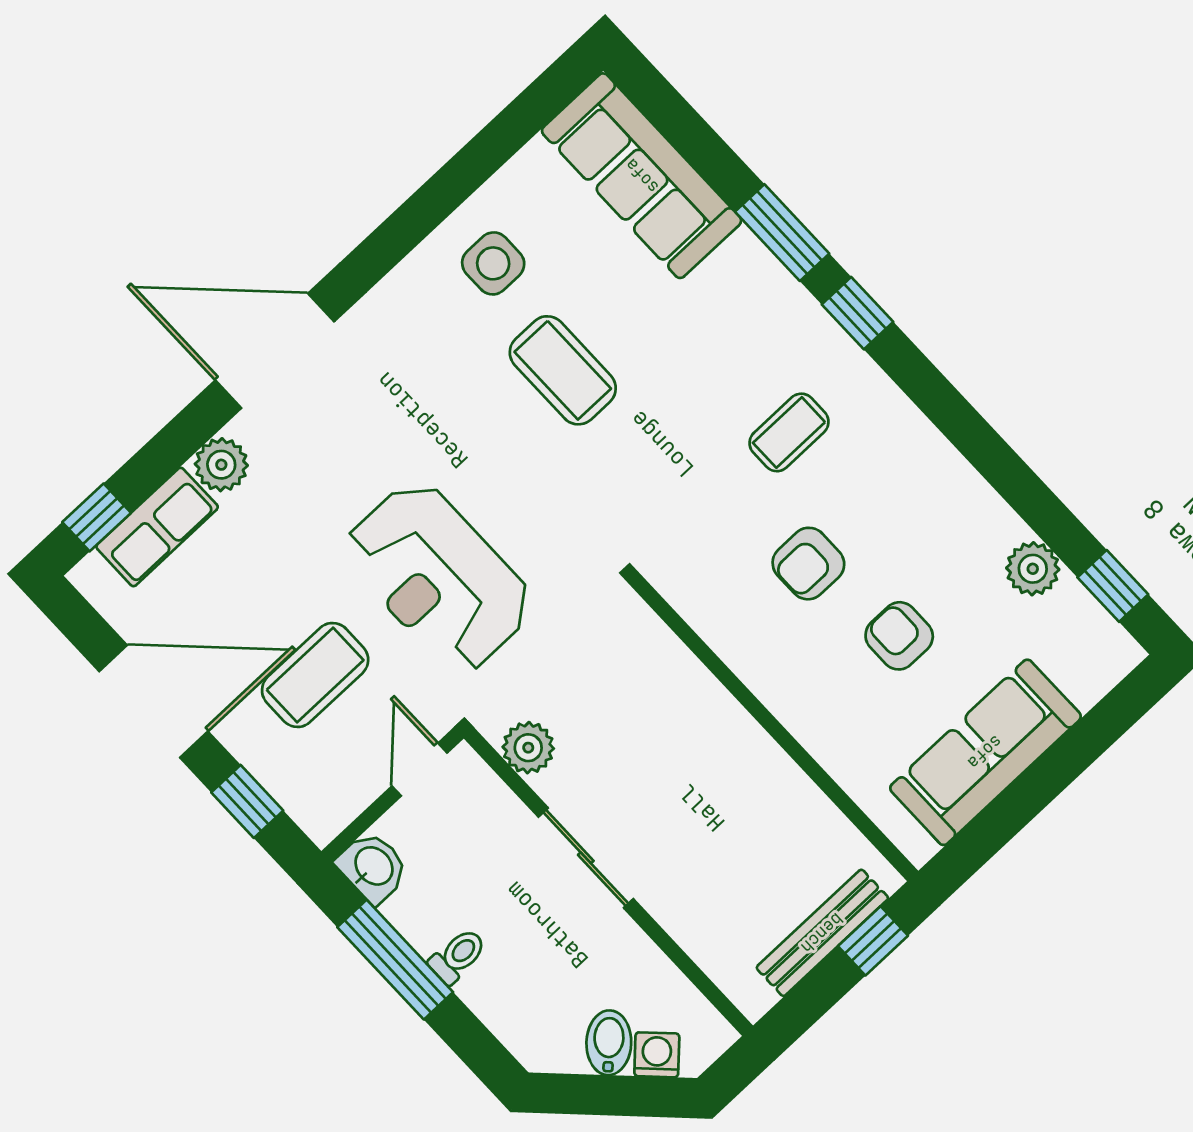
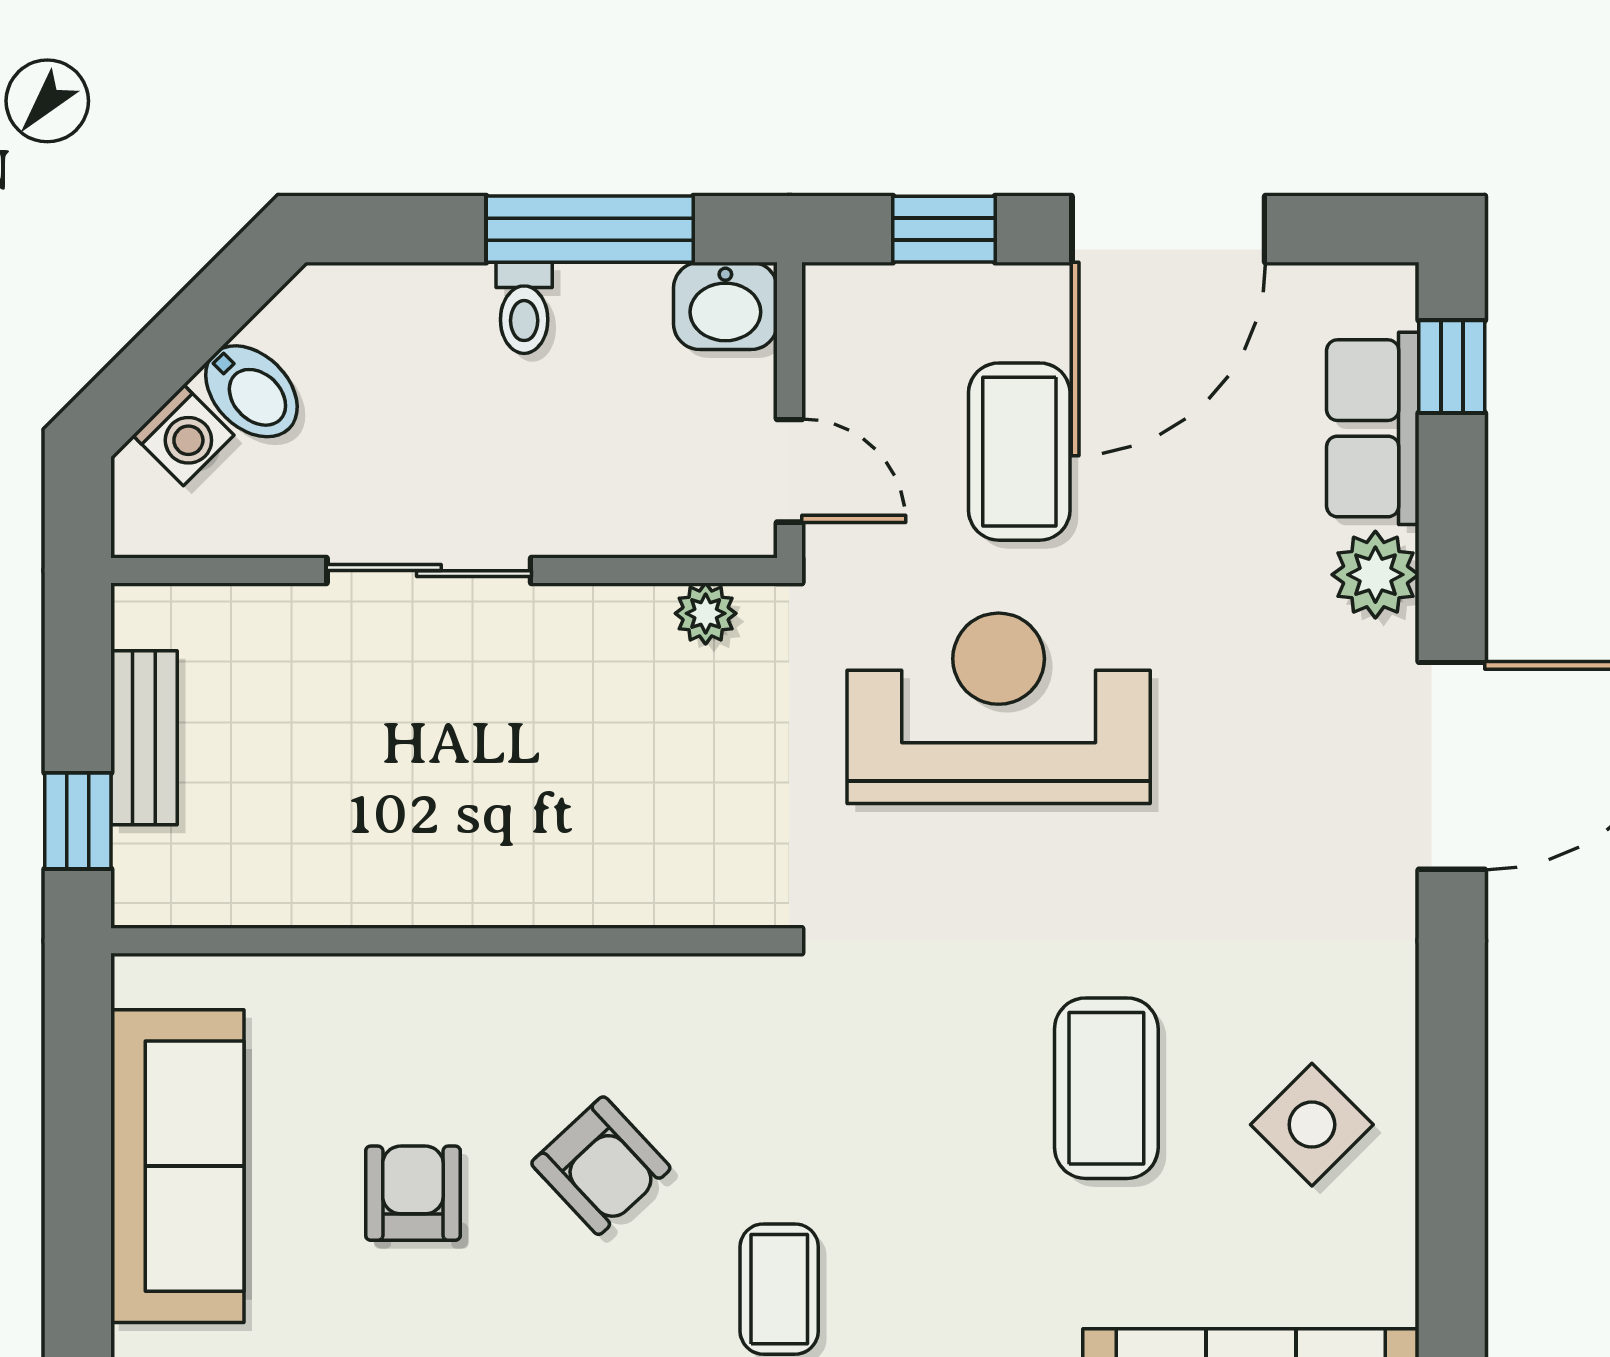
side table: (493, 263) -> (1312, 1125), turned 45
coffee table: (563, 370) -> (1106, 1088), turned 90
armchair: (808, 564) -> (601, 1166), turned 137
armchair: (899, 636) -> (413, 1193), turned -90
plant: (528, 748) -> (706, 613), width x0.73, depth x0.73
sliding door: (586, 858) -> (429, 571), moved
bench: (822, 933) -> (144, 738), width x0.73

